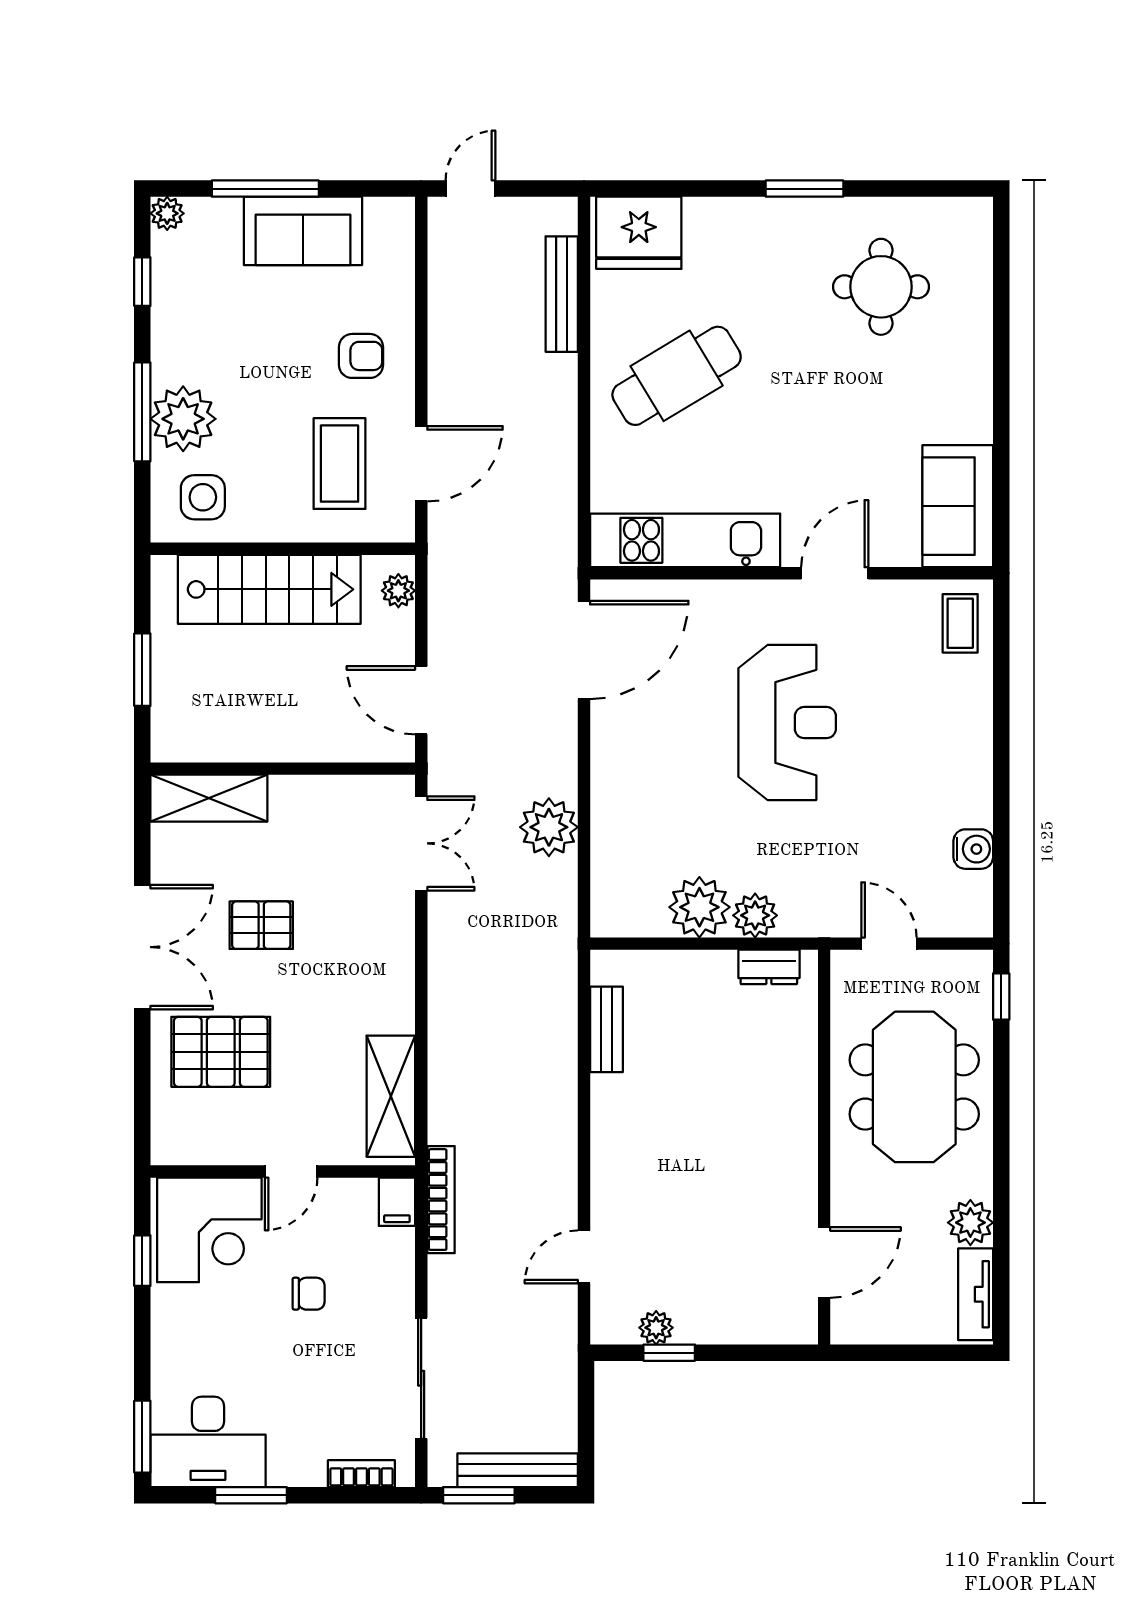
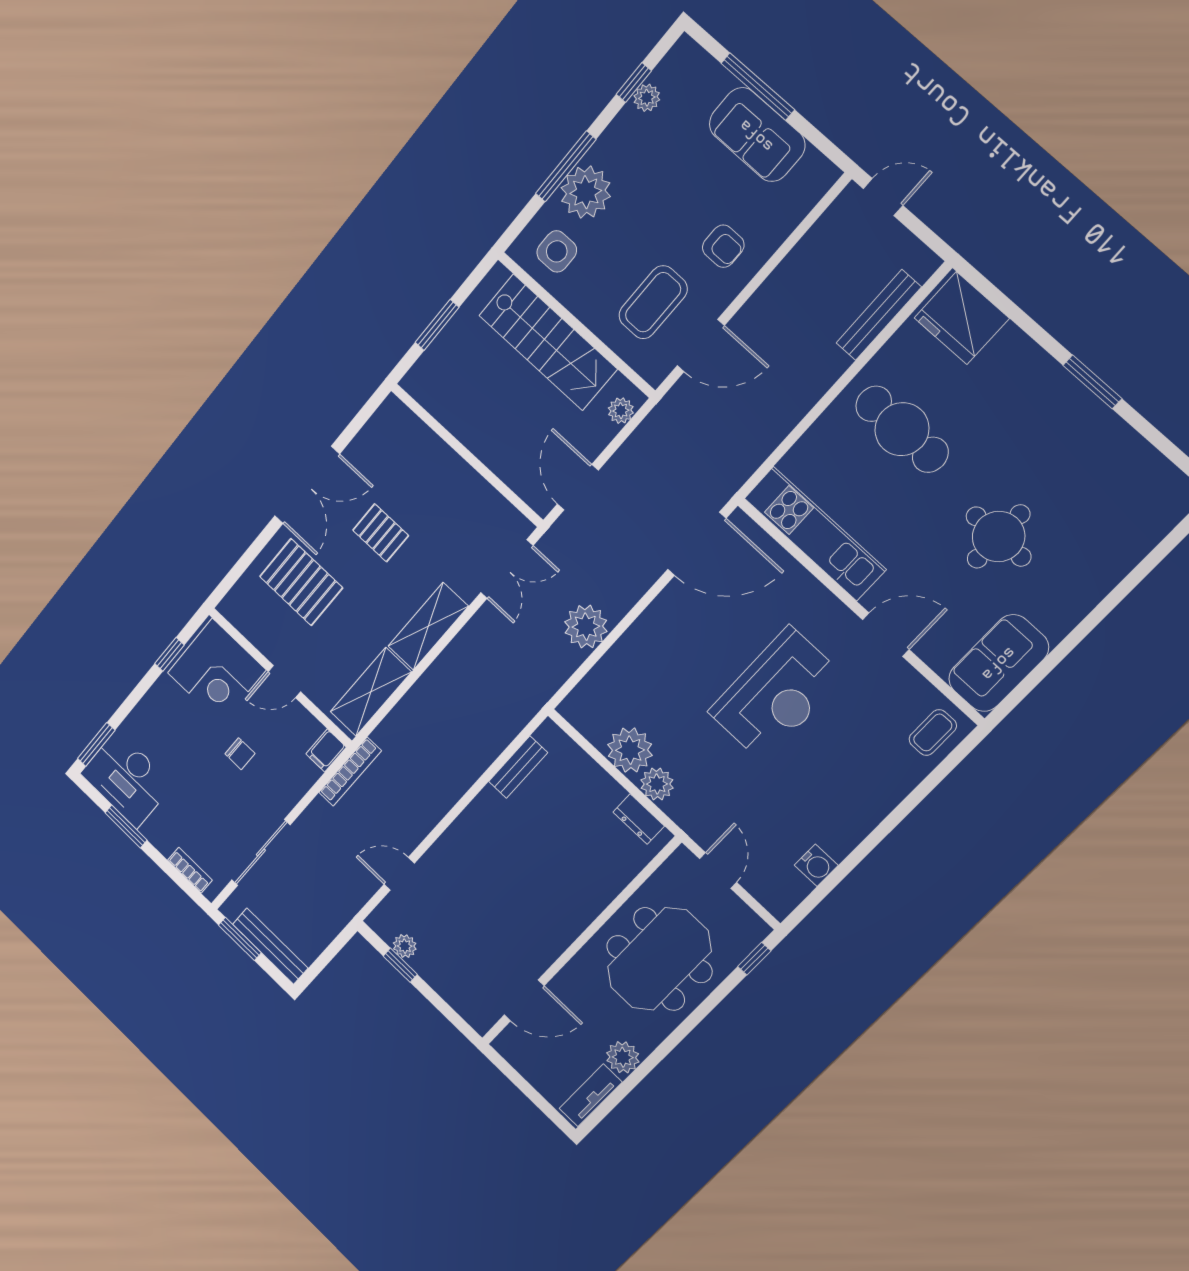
plant: (167, 213) -> (647, 98), moved
round table: (881, 287) -> (999, 537), moved
cafe table: (677, 376) -> (902, 429), turned 31
shelving: (209, 798) -> (428, 626), moved, turned 90

